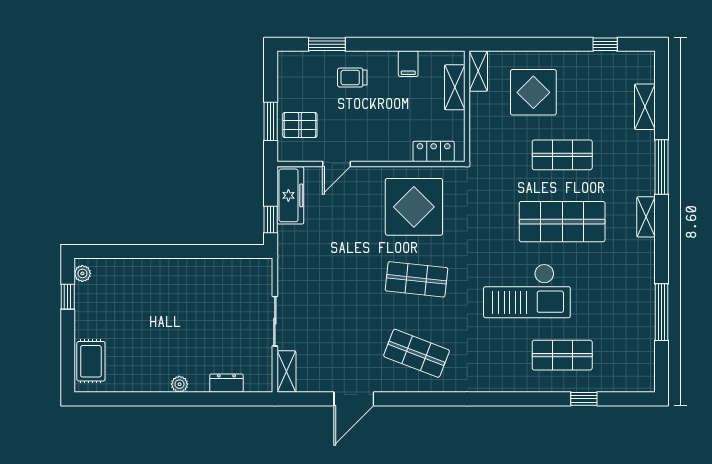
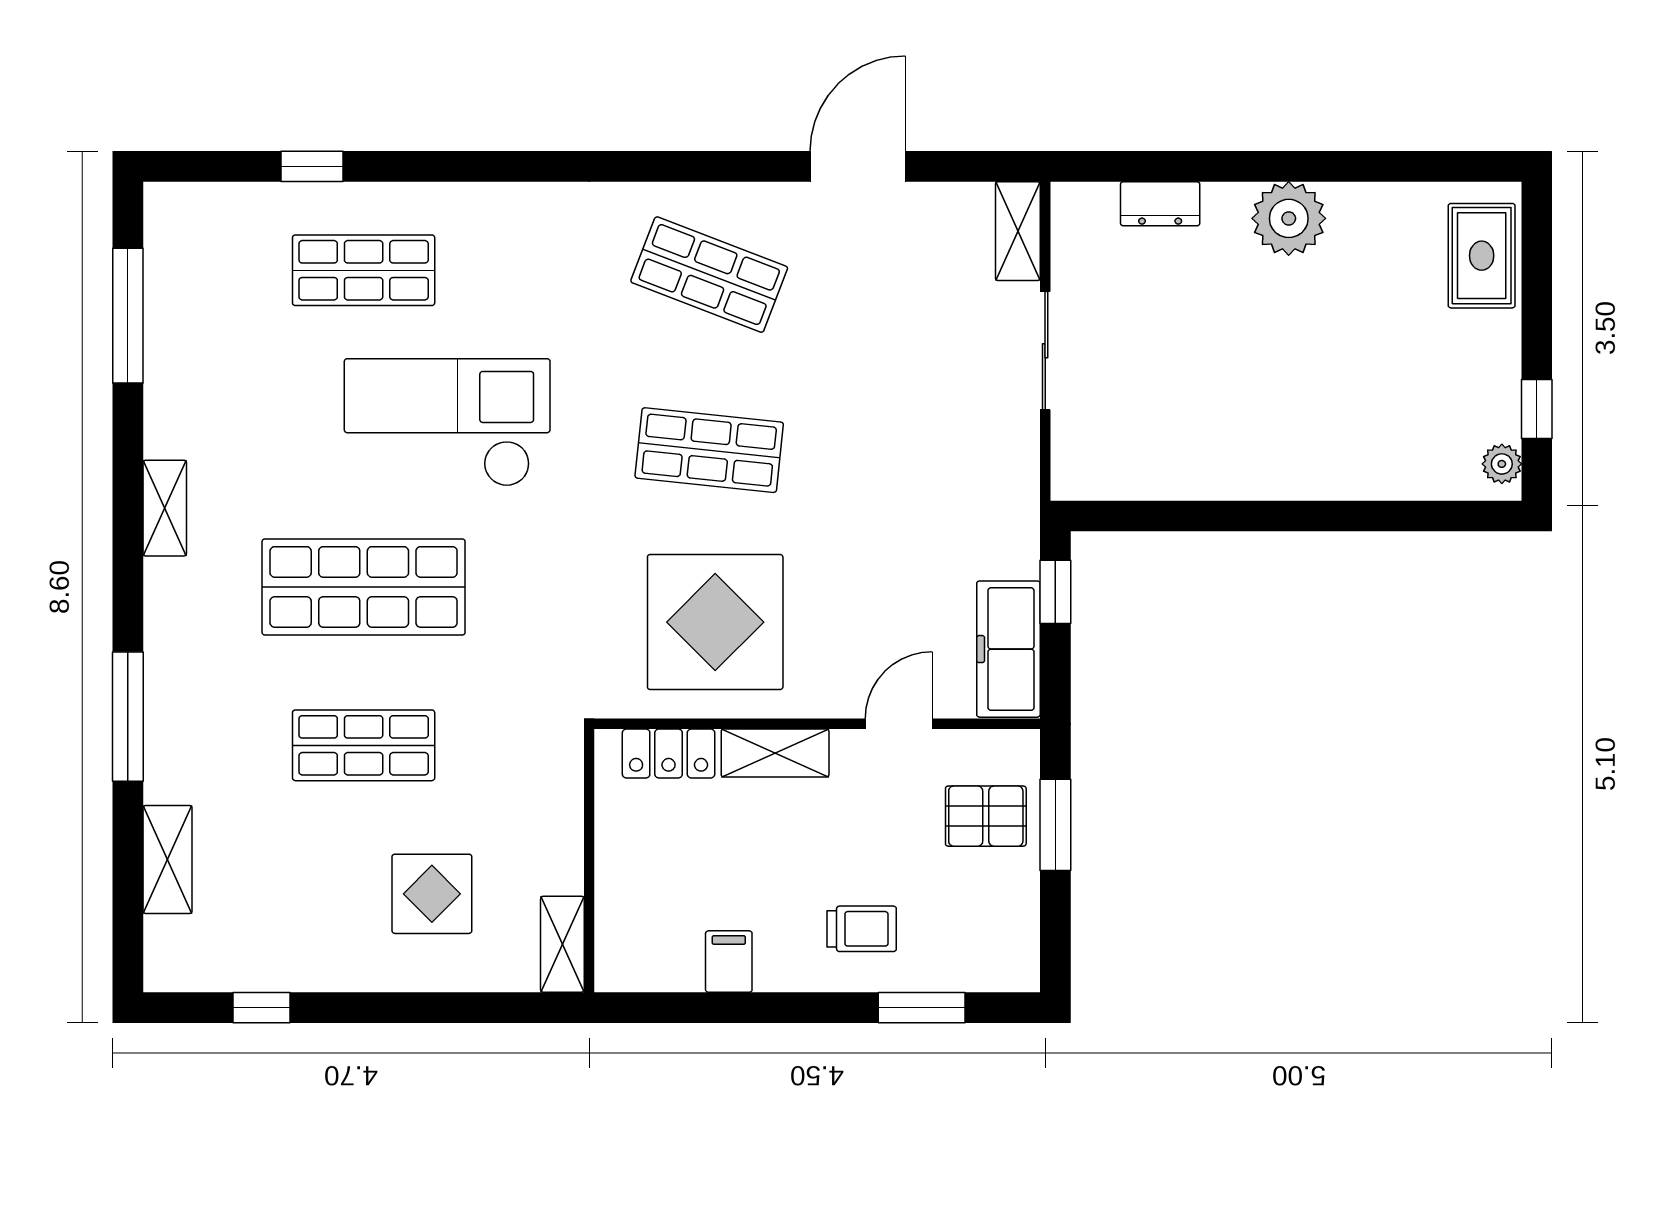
shelving: (455, 87) -> (775, 753), moved, turned 90
display table: (533, 92) -> (432, 894), width x0.73, depth x0.73
shelving: (646, 217) -> (165, 508), moved
window: (661, 312) -> (128, 316), moved
plant: (179, 384) -> (1289, 218), width x1.88, depth x1.88

